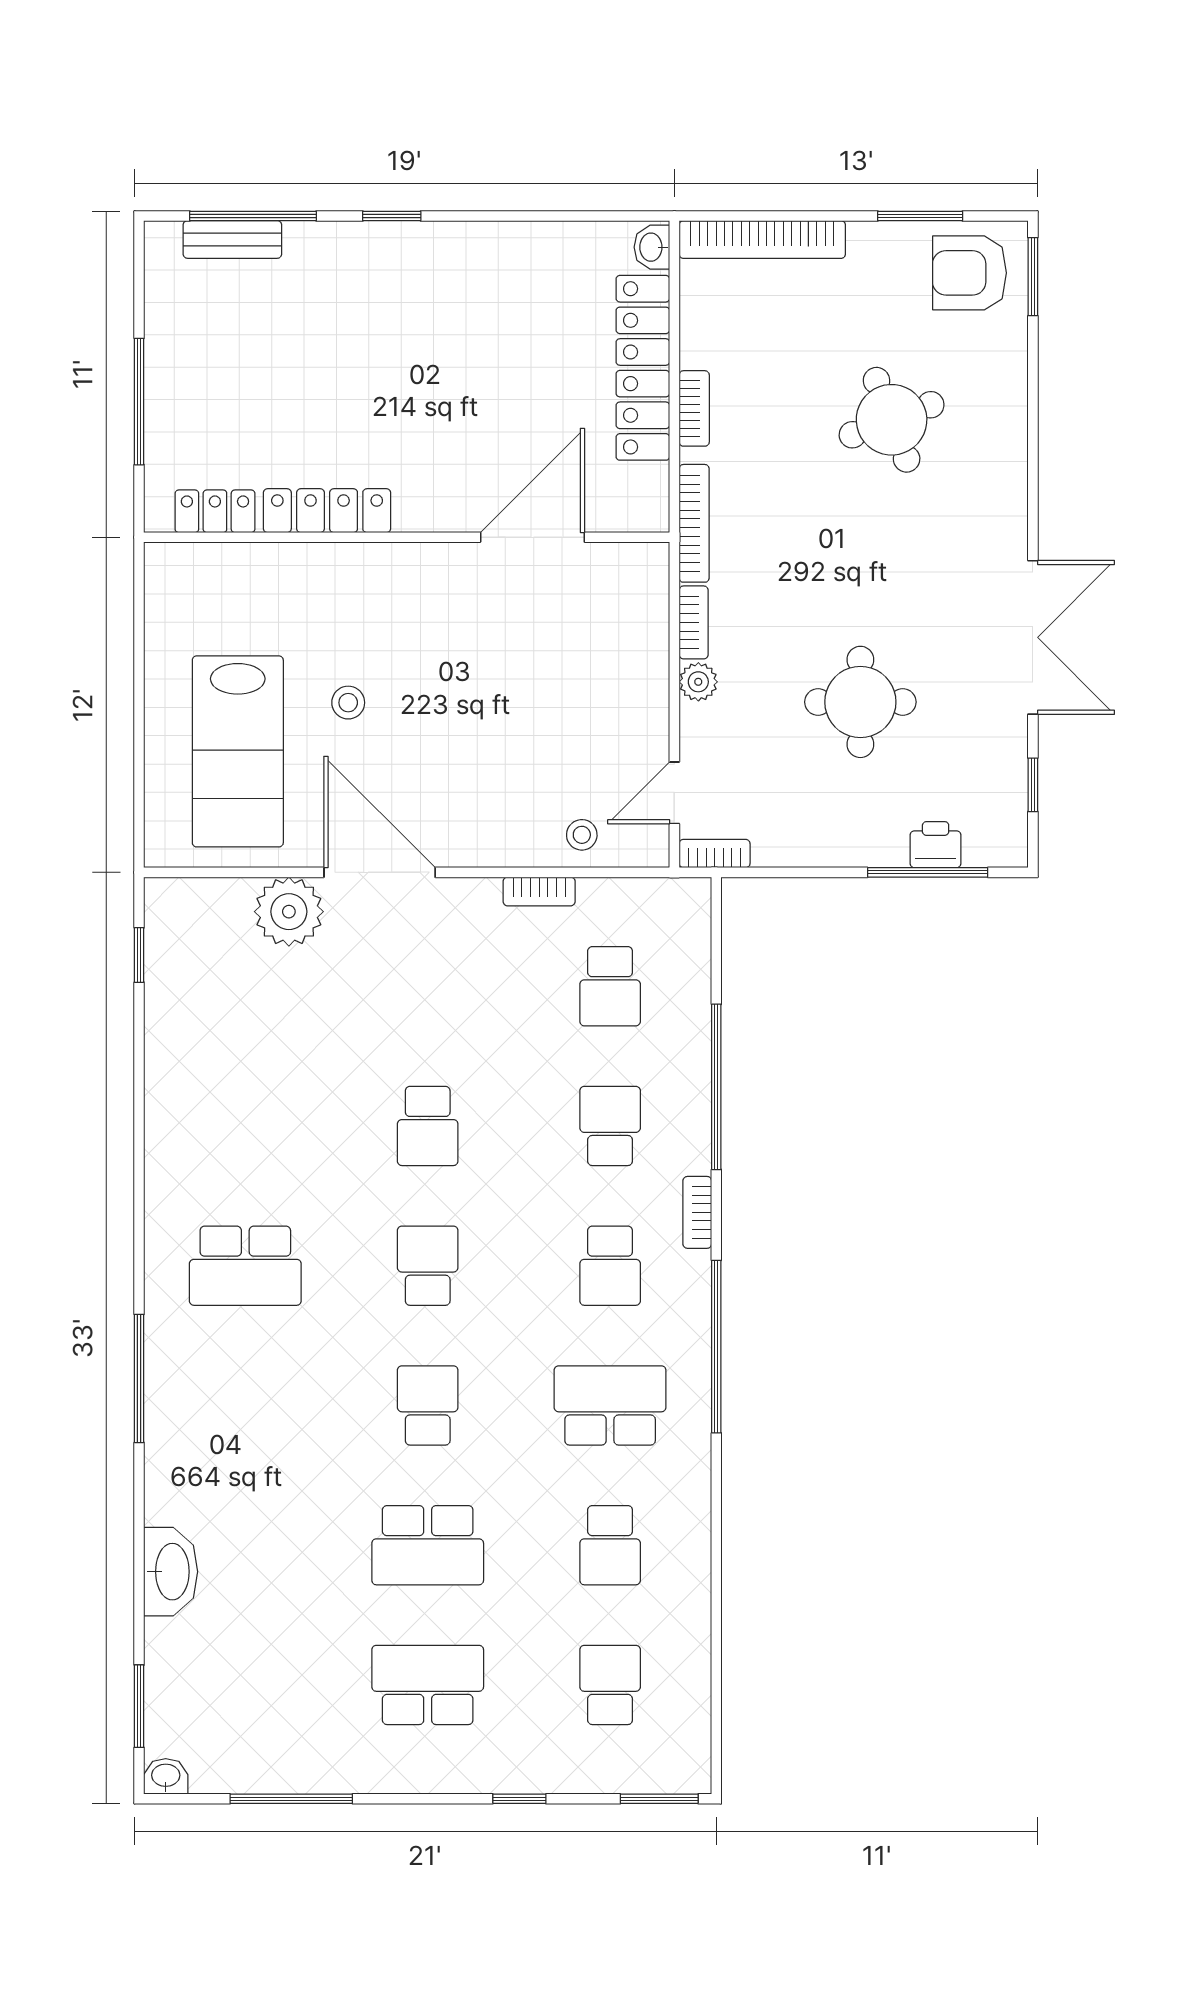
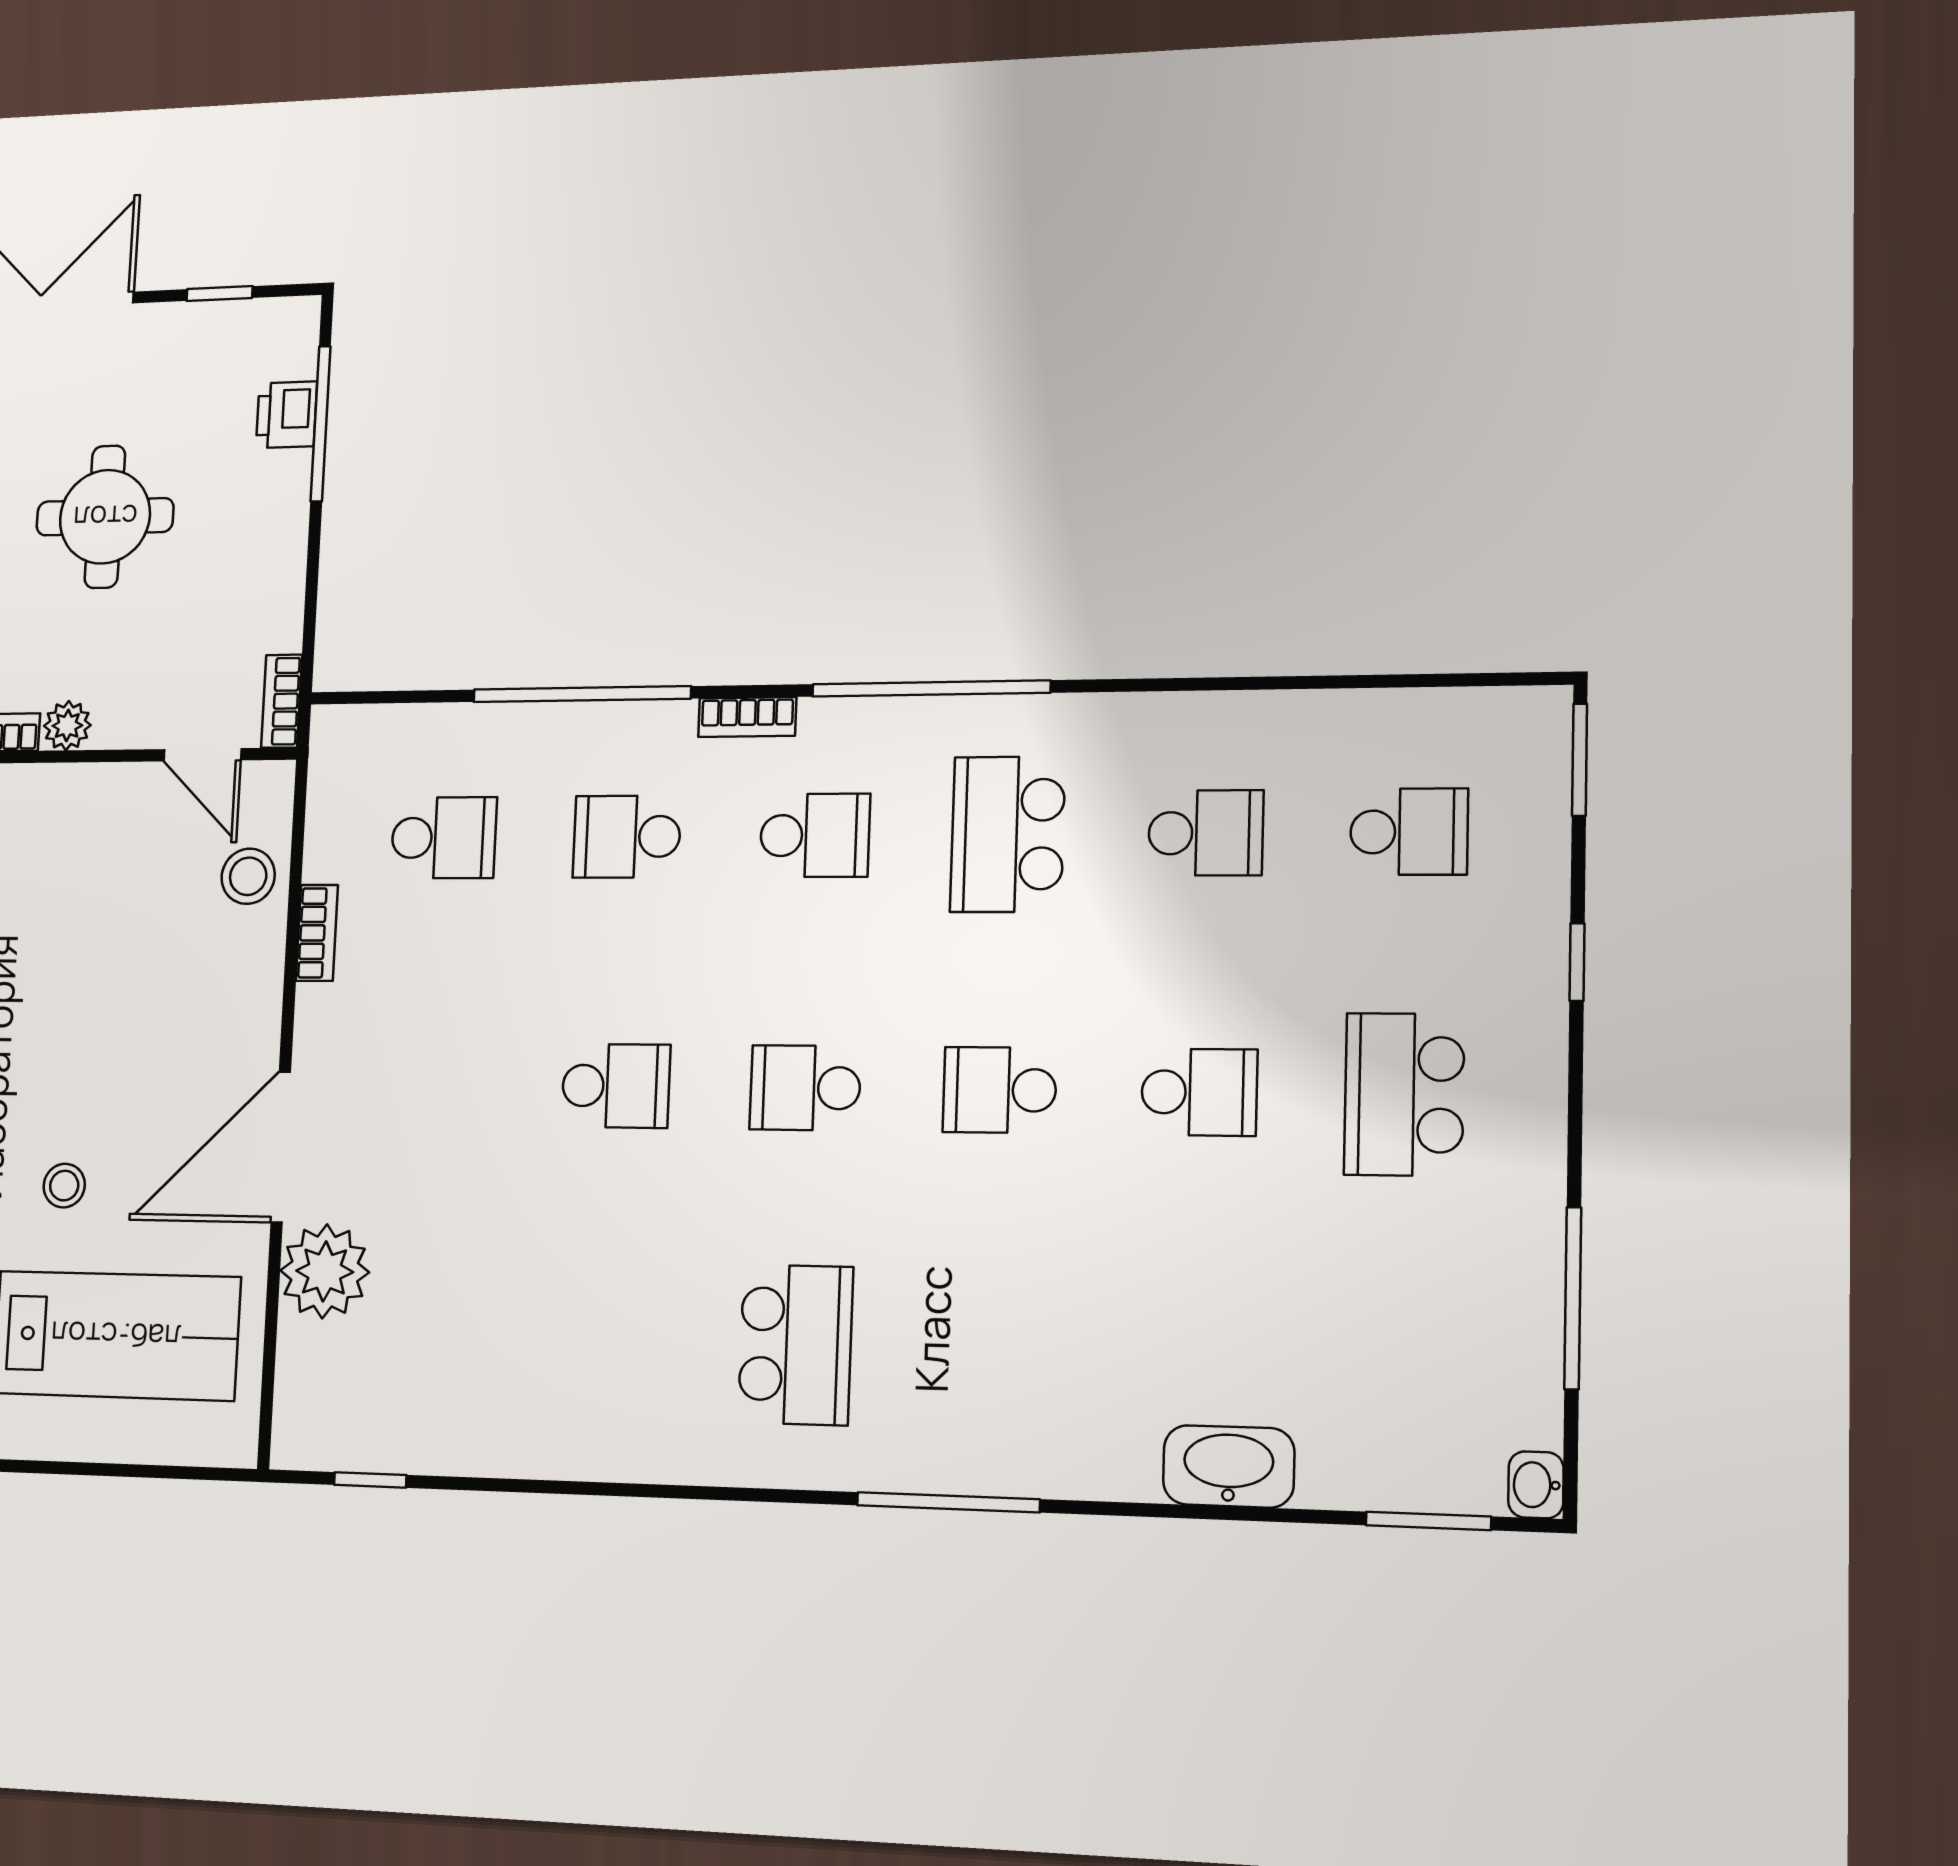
stool: (582, 835) -> (248, 876), width x1.37, depth x1.37
school desk: (428, 1545) -> (1199, 1092), width x0.54
school desk: (610, 1685) -> (1409, 832), turned 180

